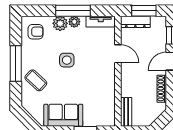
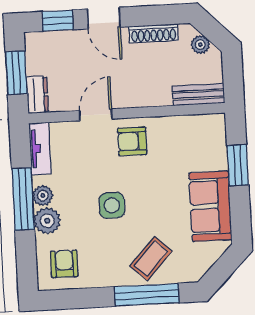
dresser: (135, 22) -> (37, 95), width x0.70
window: (16, 63) -> (147, 295), moved
armchair: (102, 73) -> (132, 141), added
plant: (154, 114) -> (200, 45), added

